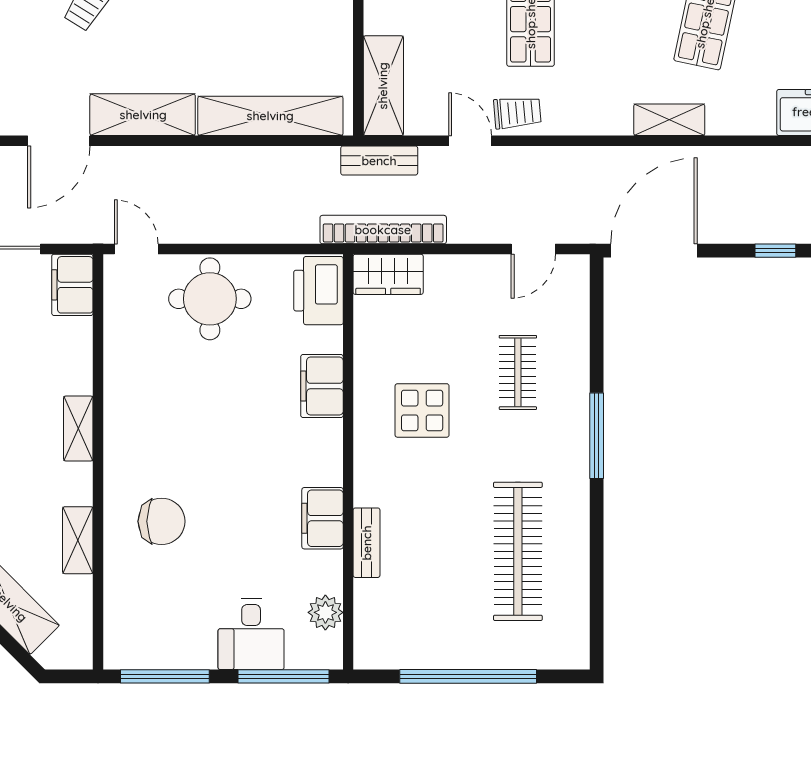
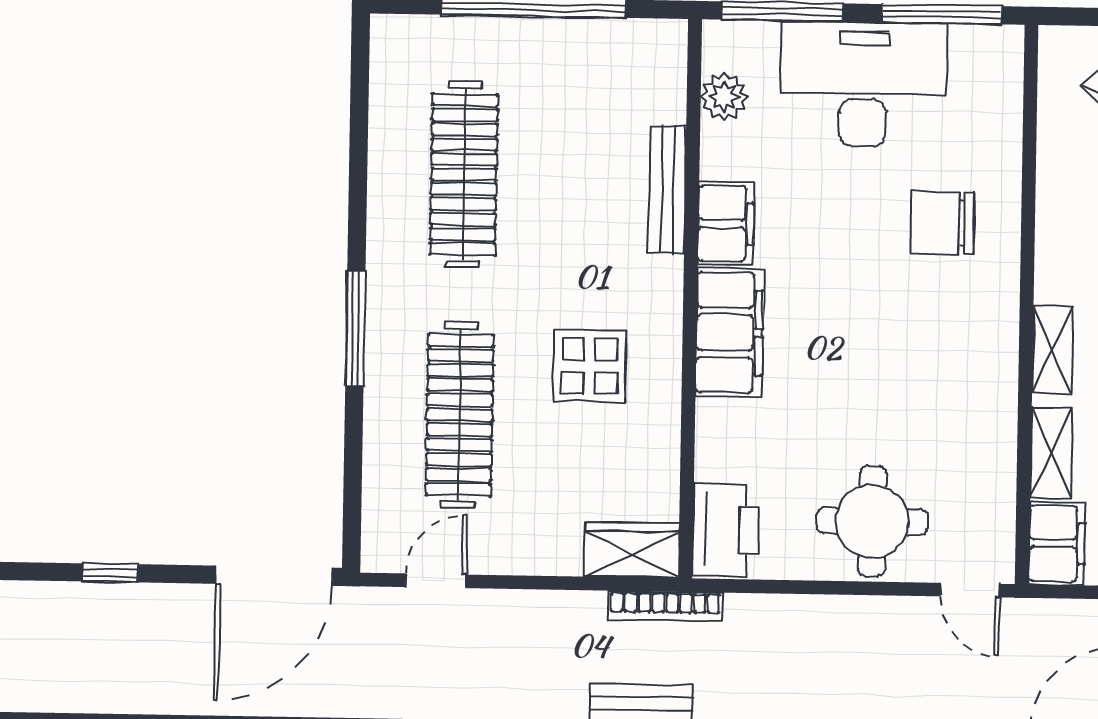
bookcase: (383, 230) -> (665, 606), width x0.68, depth x0.76
clothes rail: (518, 372) -> (460, 415), width x1.86, depth x1.31
filing cabinet: (322, 386) -> (730, 333), moved, width x1.50, depth x1.17
shelving: (78, 540) -> (1051, 453), moved
bench: (367, 543) -> (667, 190), width x1.36
desk: (251, 634) -> (863, 84), width x1.87, depth x1.30

